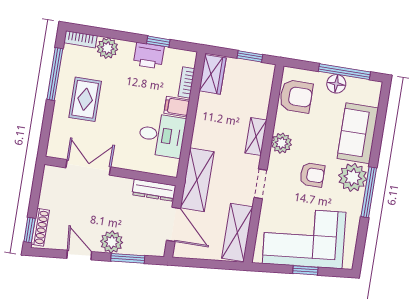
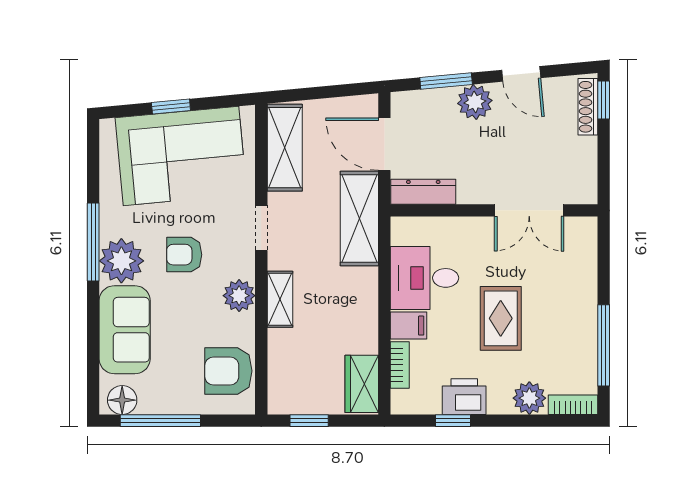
floor lamp: (336, 84) -> (122, 400), moved
rug: (85, 99) -> (501, 318), moved

